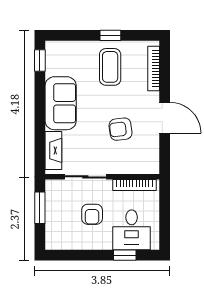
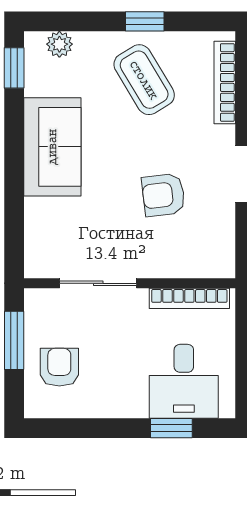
plant: (64, 48) -> (59, 44), added
coffee table: (110, 67) -> (144, 80), turned -31
fireplace: (53, 150) -> (39, 234), removed
armchair: (92, 214) -> (59, 367), moved, turned 180

